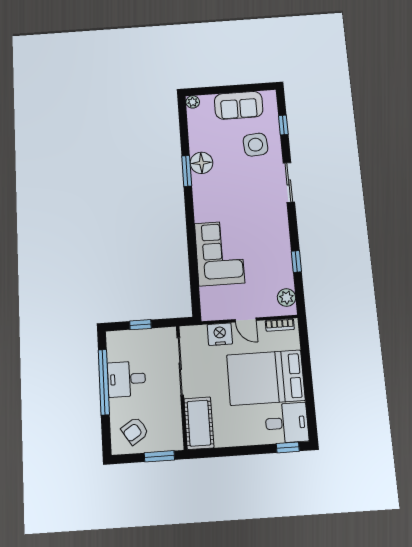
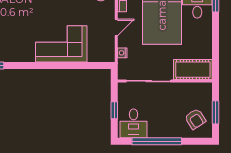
nightstand: (220, 334) -> (122, 53), width x0.53, depth x0.56
desk: (127, 379) -> (134, 123), moved
window: (159, 456) -> (215, 112), moved

